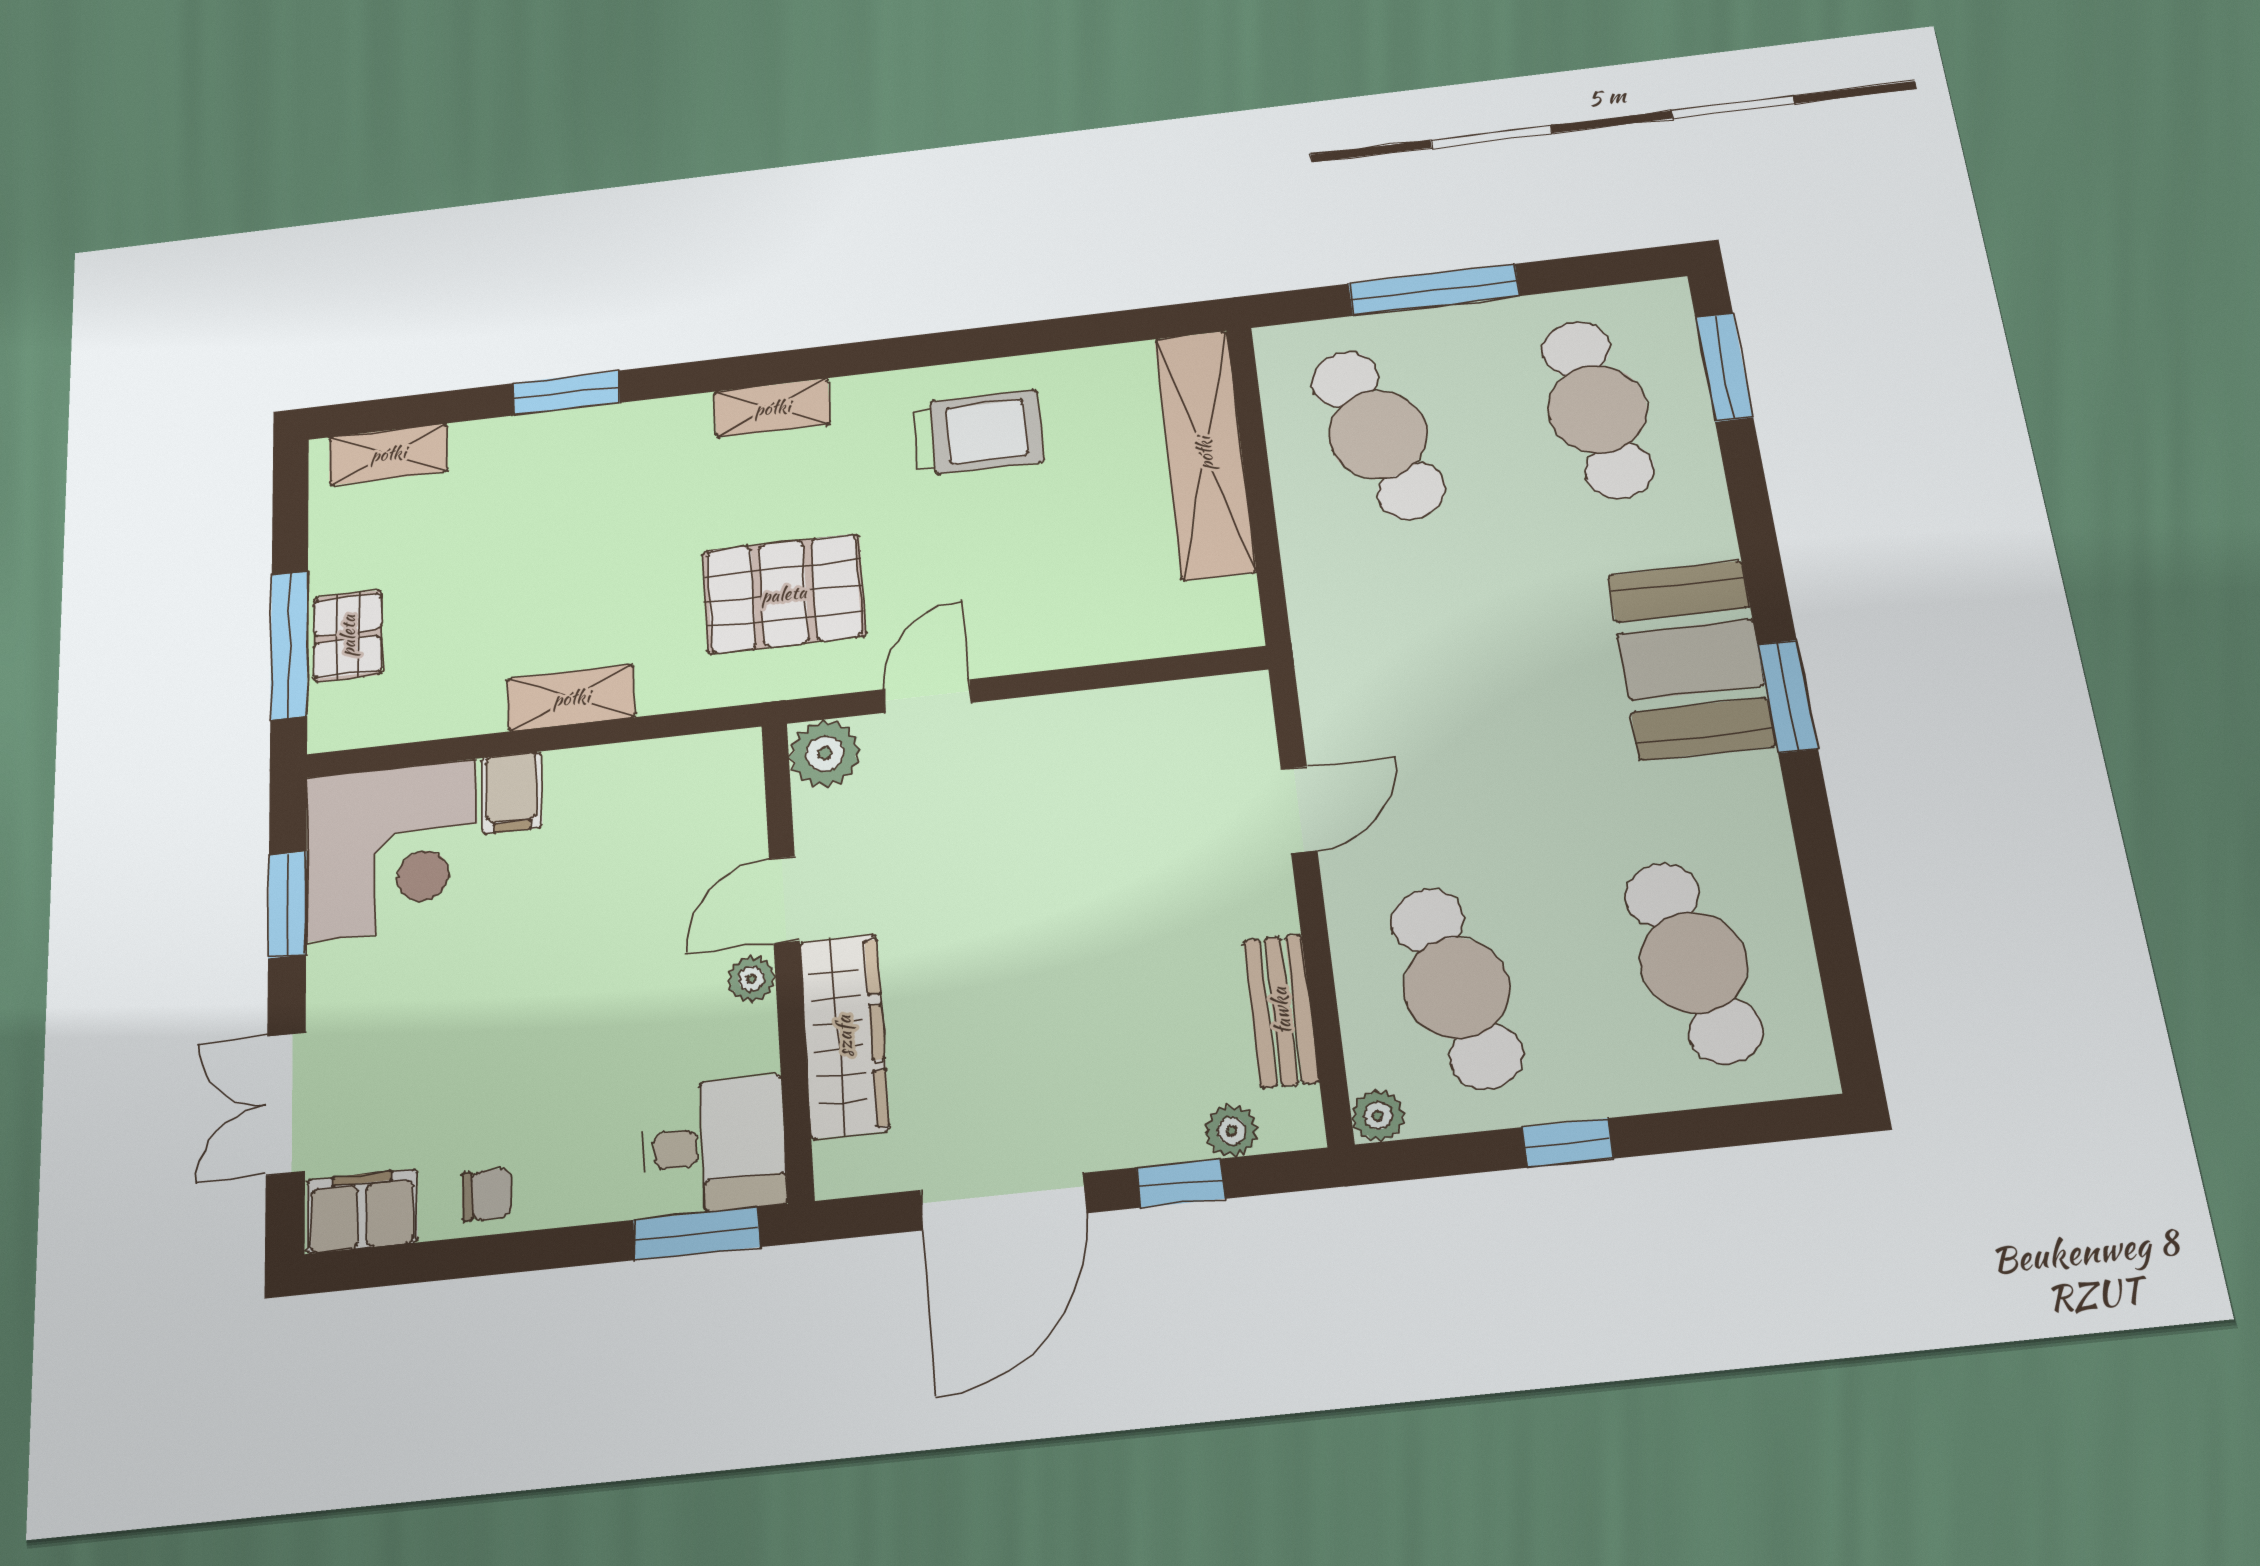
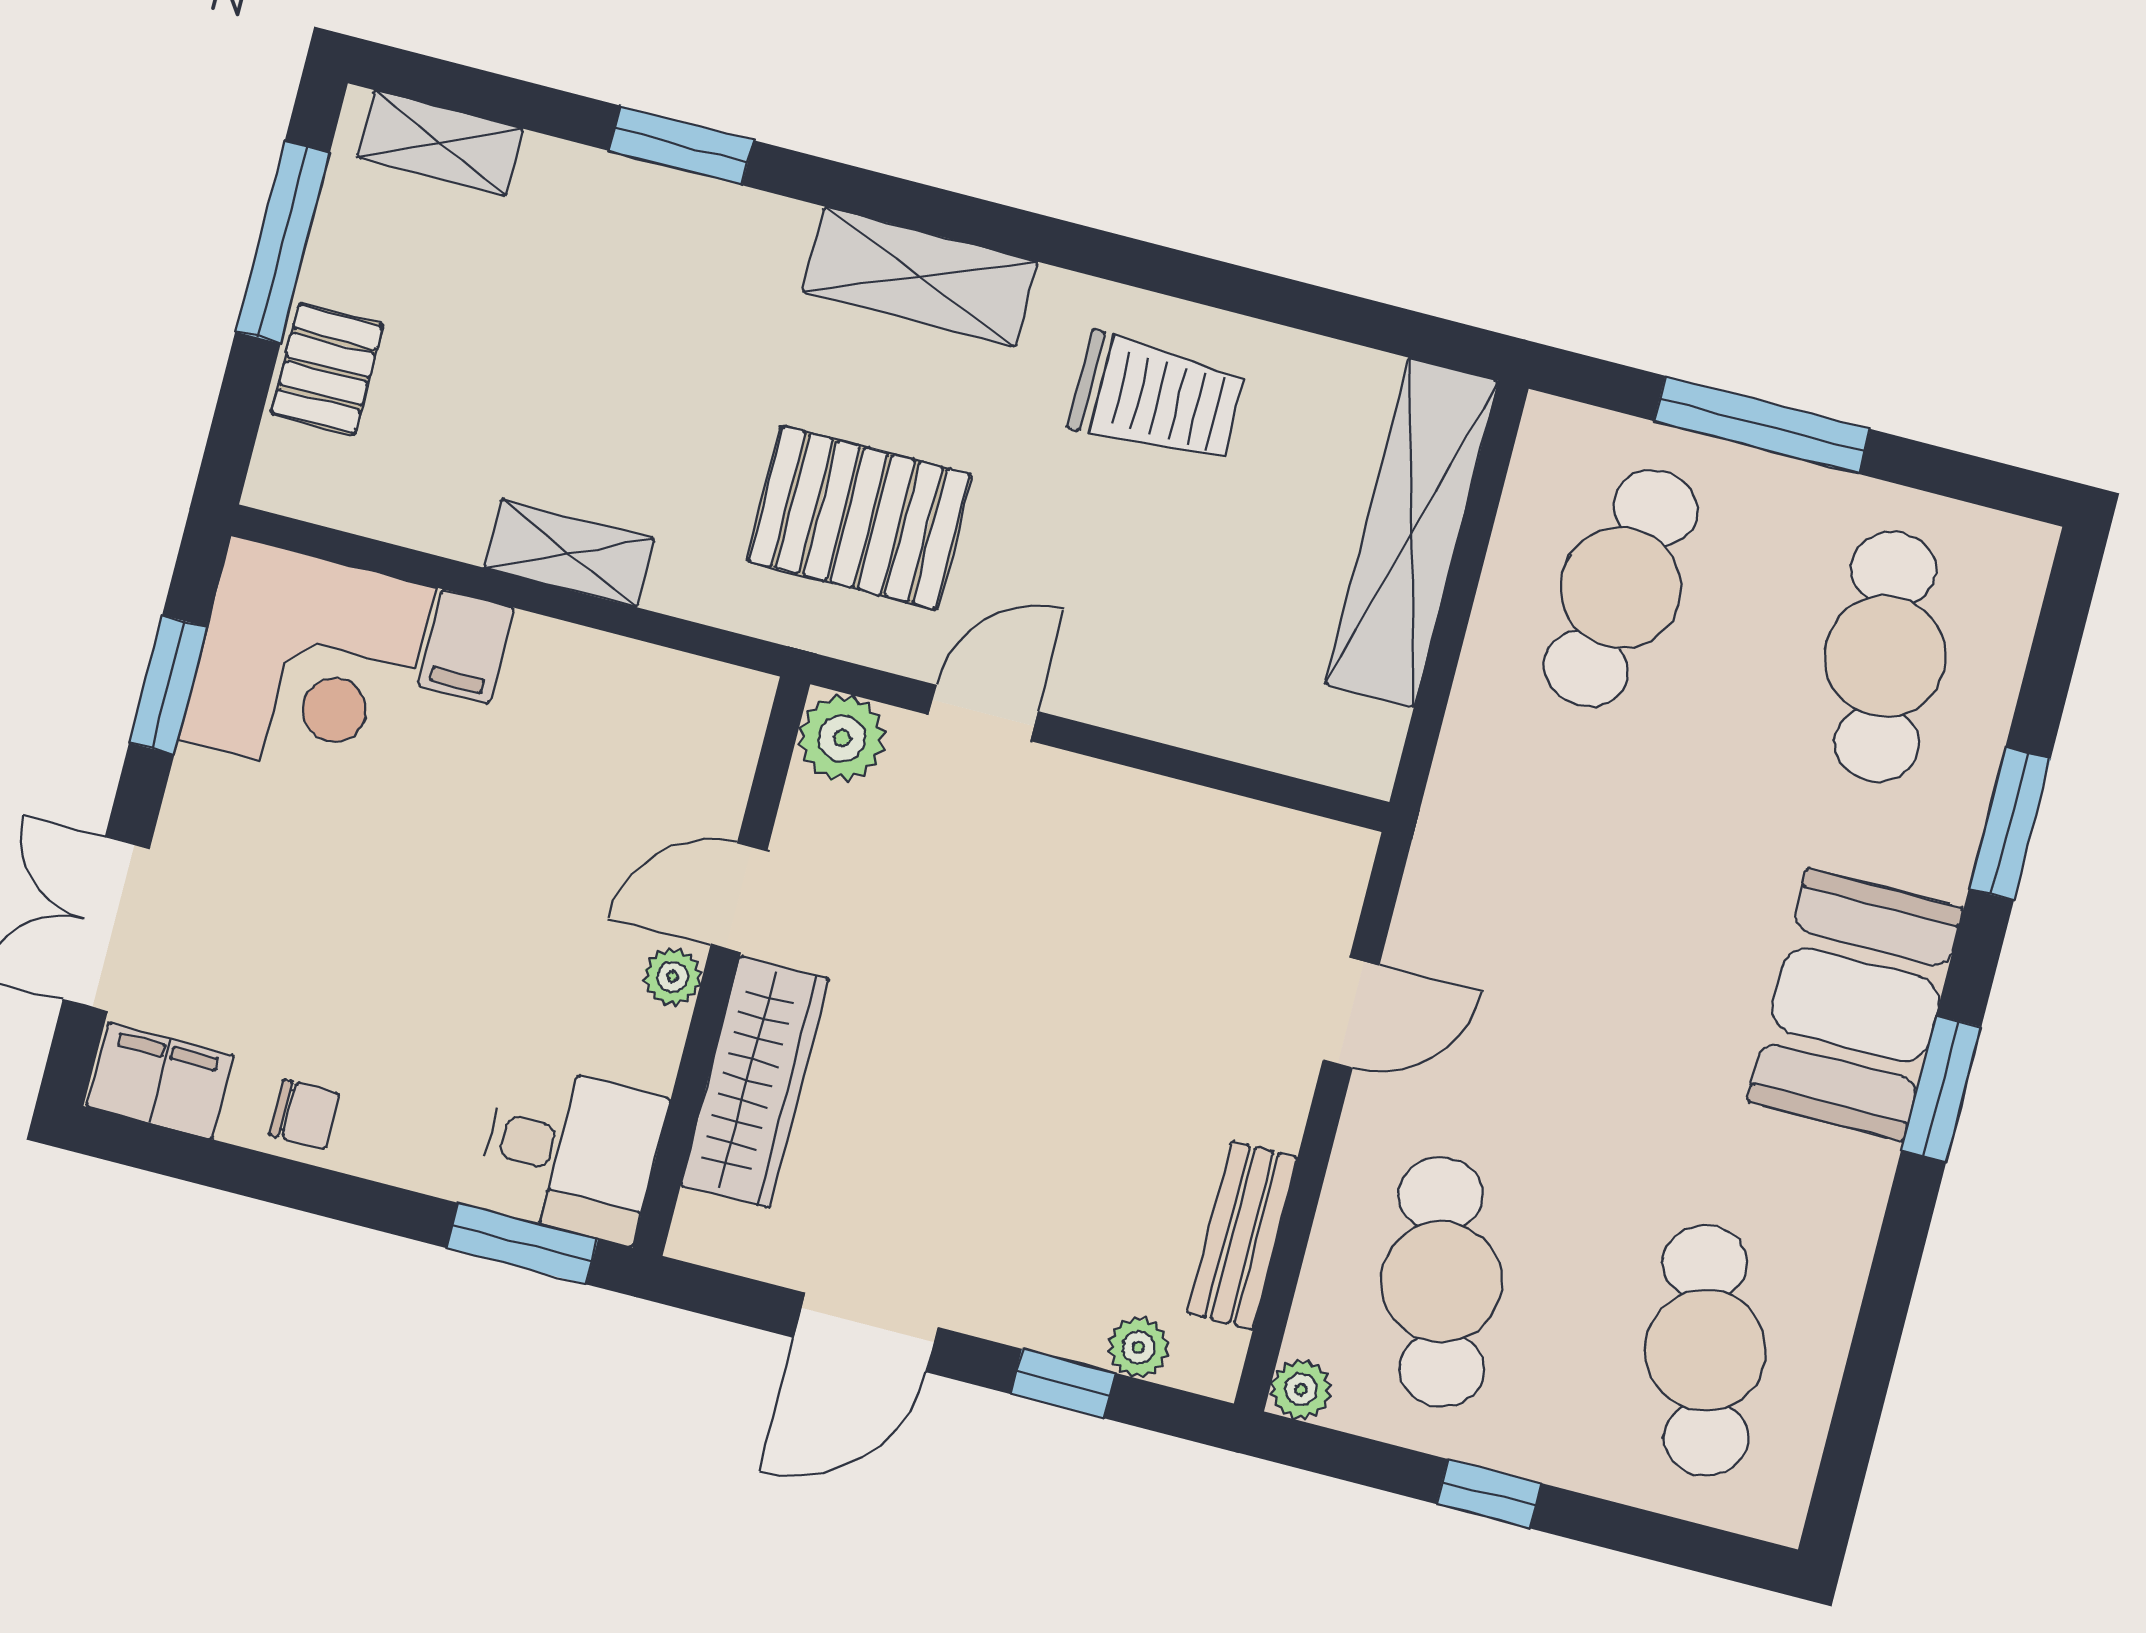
window: (1724, 367) -> (2010, 824), moved
shelving: (772, 408) -> (920, 277), width x1.50, depth x1.33
cafe table: (1378, 435) -> (1621, 588), turned 30
window: (289, 645) -> (283, 242), moved
door: (1003, 1202) -> (866, 1333), width x0.73

